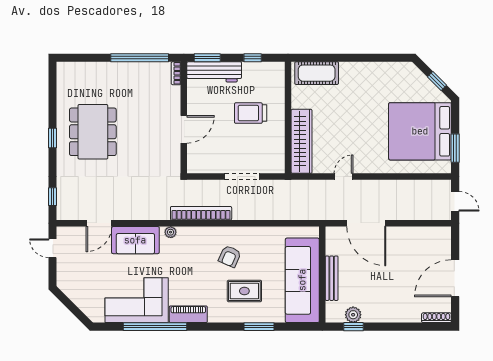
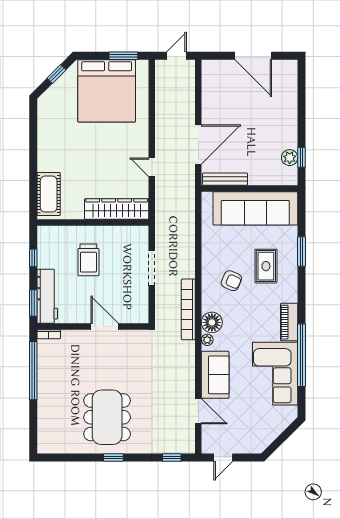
dining table: (93, 132) -> (107, 417), turned 90
floor lamp: (188, 237) -> (212, 322), added
bench: (332, 278) -> (225, 179), moved
shoe rack: (436, 318) -> (293, 74), removed

